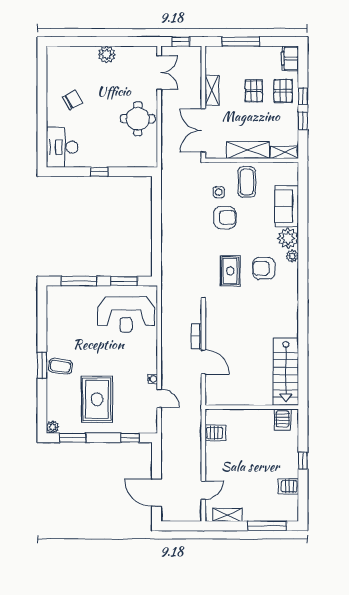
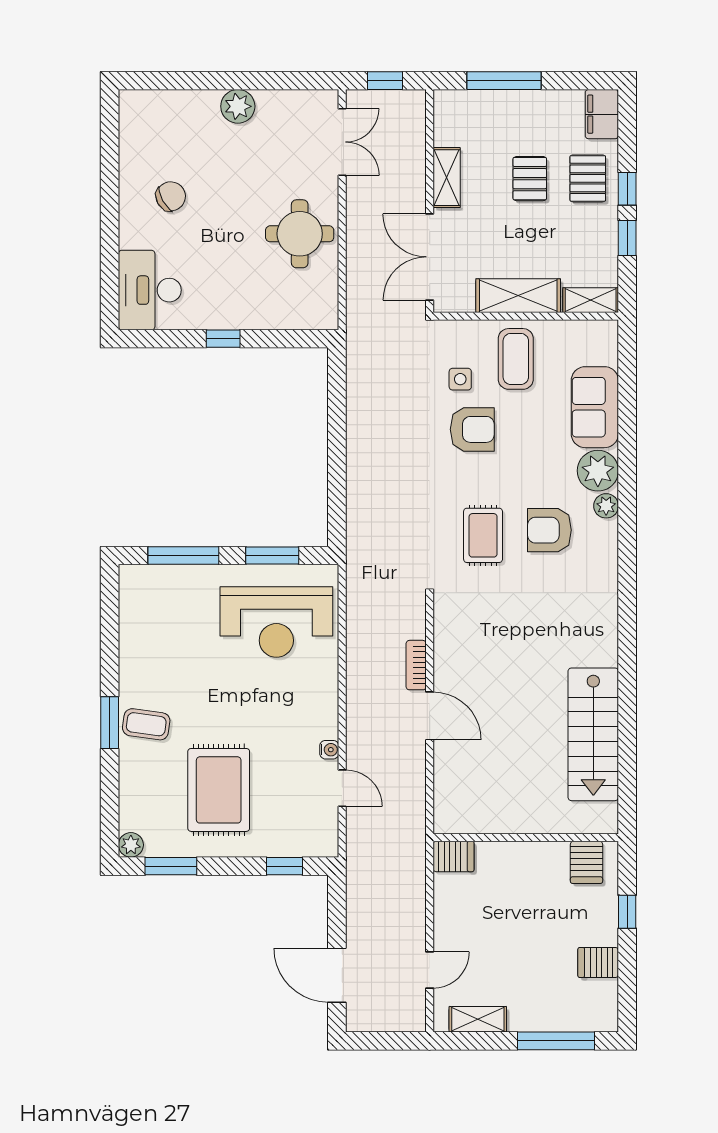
wall: (252, 407) -> (526, 838), moved
server rack: (282, 420) -> (586, 862), moved

